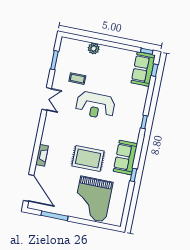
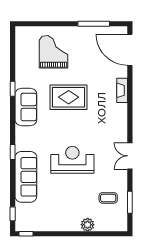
sofa: (143, 69) -> (26, 177), moved, width x1.36
coffee table: (77, 79) -> (108, 198), moved
grand piano: (93, 199) -> (54, 52), width x0.73, depth x0.68

